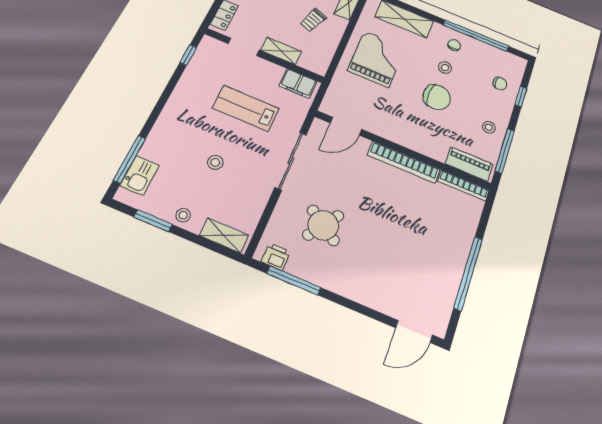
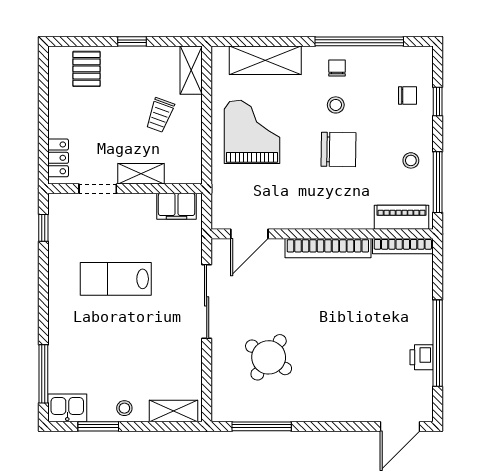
lab bench: (246, 108) -> (116, 279), moved
stool: (215, 162) -> (130, 339), removed
kitchen sink: (140, 176) -> (67, 408), moved, turned -90
printer: (276, 257) -> (422, 357), moved, turned -90

